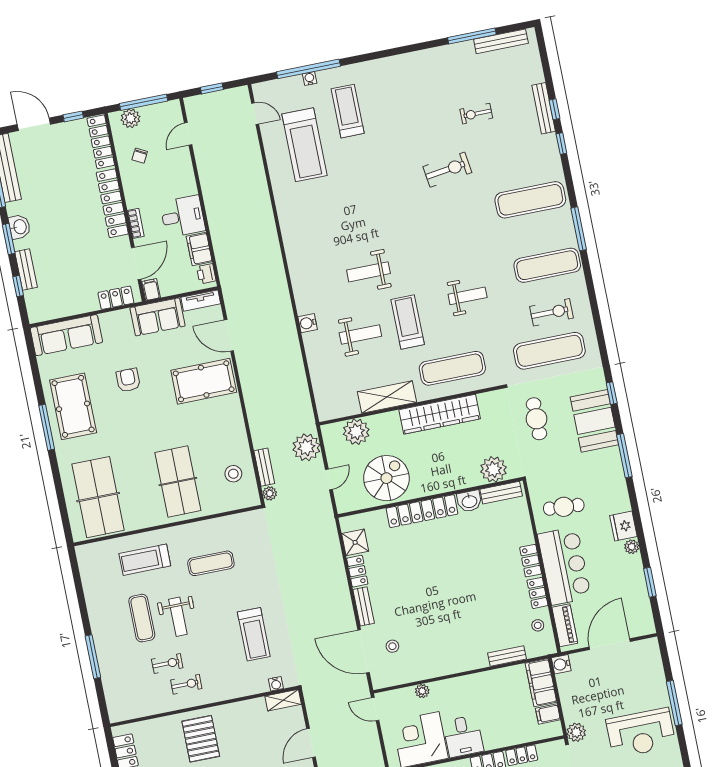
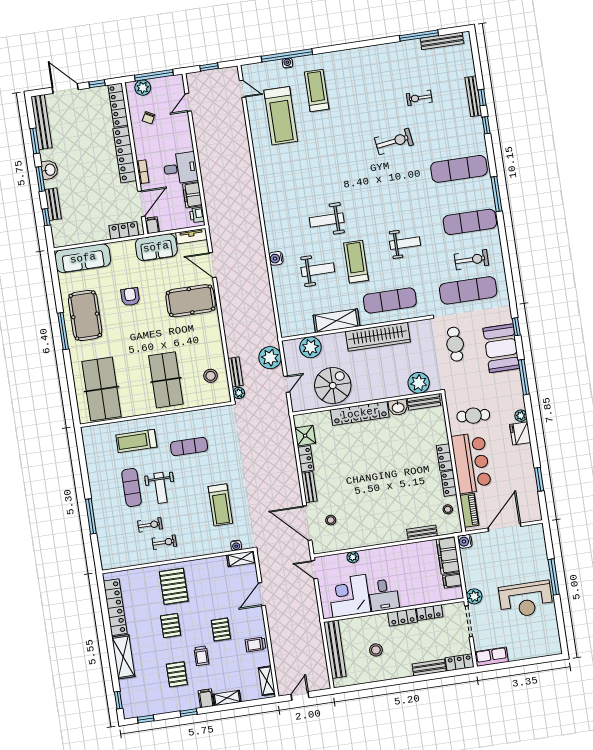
plant: (632, 547) -> (521, 416), moved

